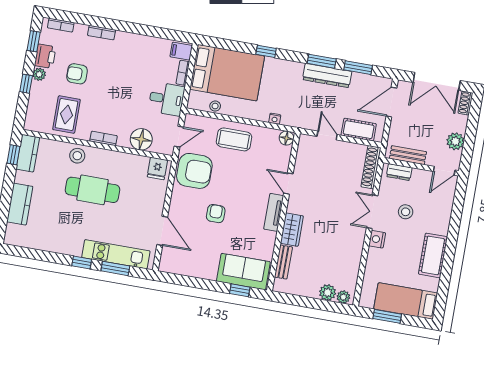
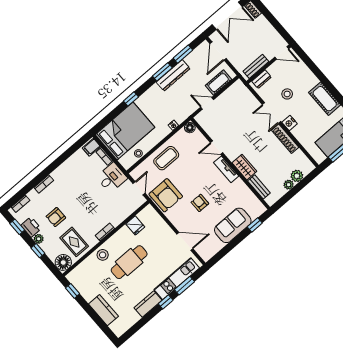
floor lamp: (141, 139) -> (63, 262), moved
plant: (455, 141) -> (270, 33), removed
kitchen counter: (28, 153) -> (148, 304), moved, turned -90
shoe rack: (371, 167) -> (285, 139), moved
fridge: (157, 168) -> (135, 225), moved
armchair: (194, 171) -> (166, 195), turned 90
door: (444, 171) -> (282, 53), hinge flipped
sofa: (243, 272) -> (233, 225), moved
plant: (343, 297) -> (289, 185), moved

